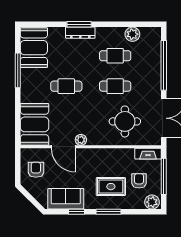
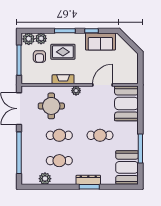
plant: (81, 140) -> (76, 91), moved
door: (63, 147) -> (103, 85), hinge flipped
fireplace: (148, 154) -> (63, 79), moved
armchair: (36, 170) -> (125, 66), removed
plant: (137, 203) -> (41, 38), added

